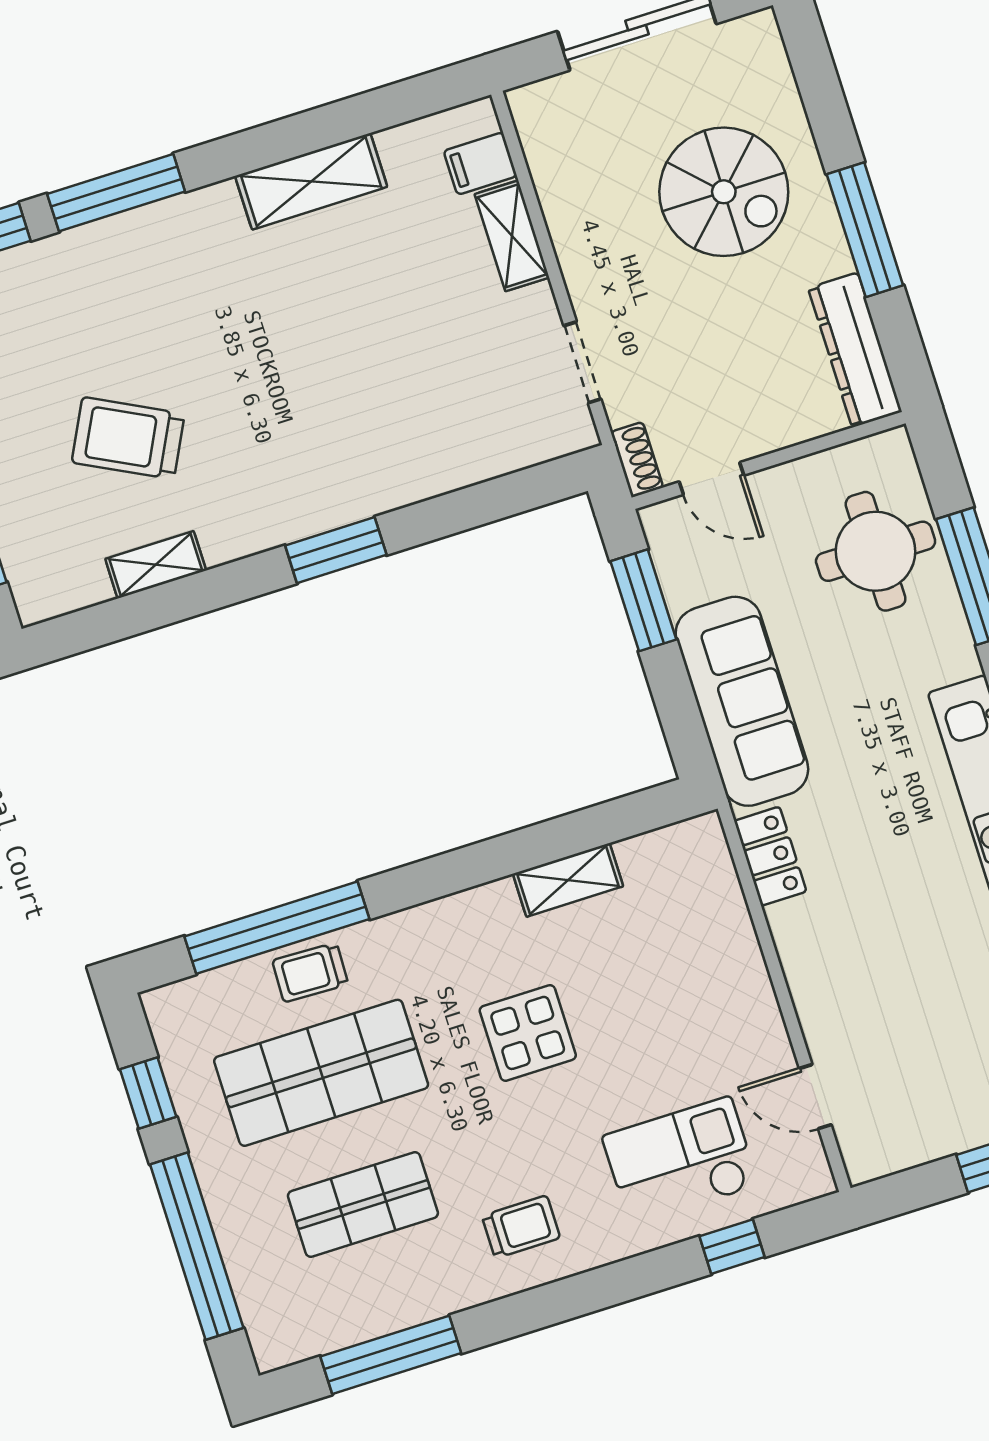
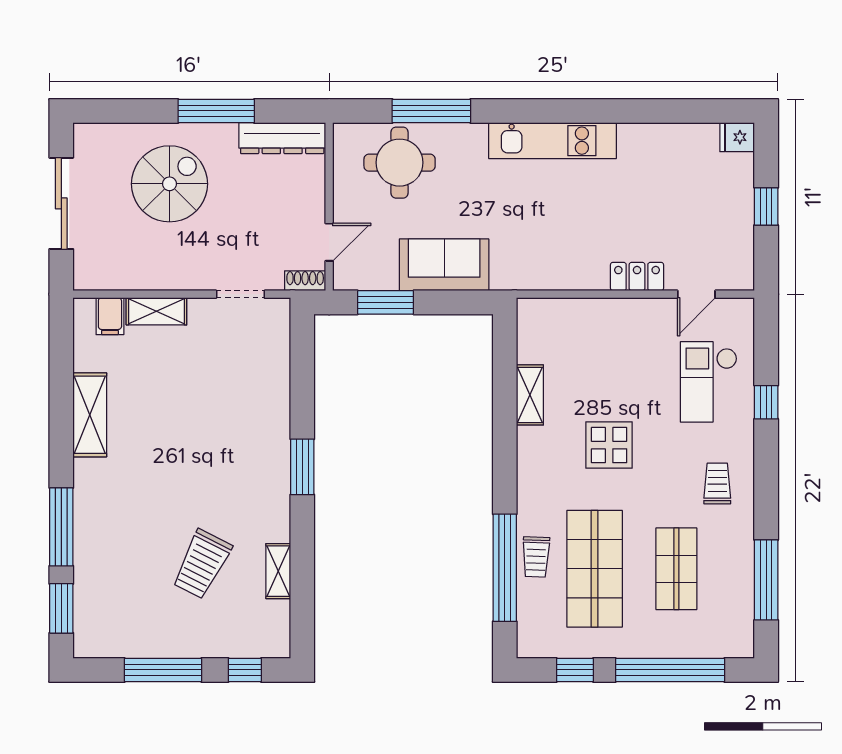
sofa: (742, 701) -> (444, 265), width x0.73
locker: (770, 856) -> (637, 277), moved
window: (732, 1247) -> (766, 402), moved

